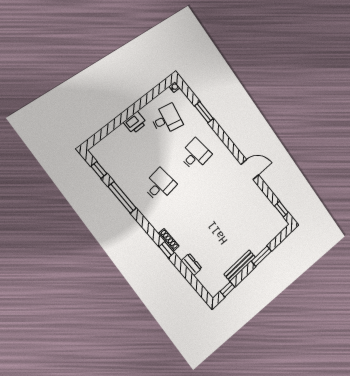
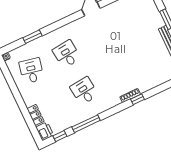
printer: (135, 123) -> (45, 131), moved
locker: (117, 135) -> (35, 115), added
dresser: (191, 265) -> (155, 82), removed

